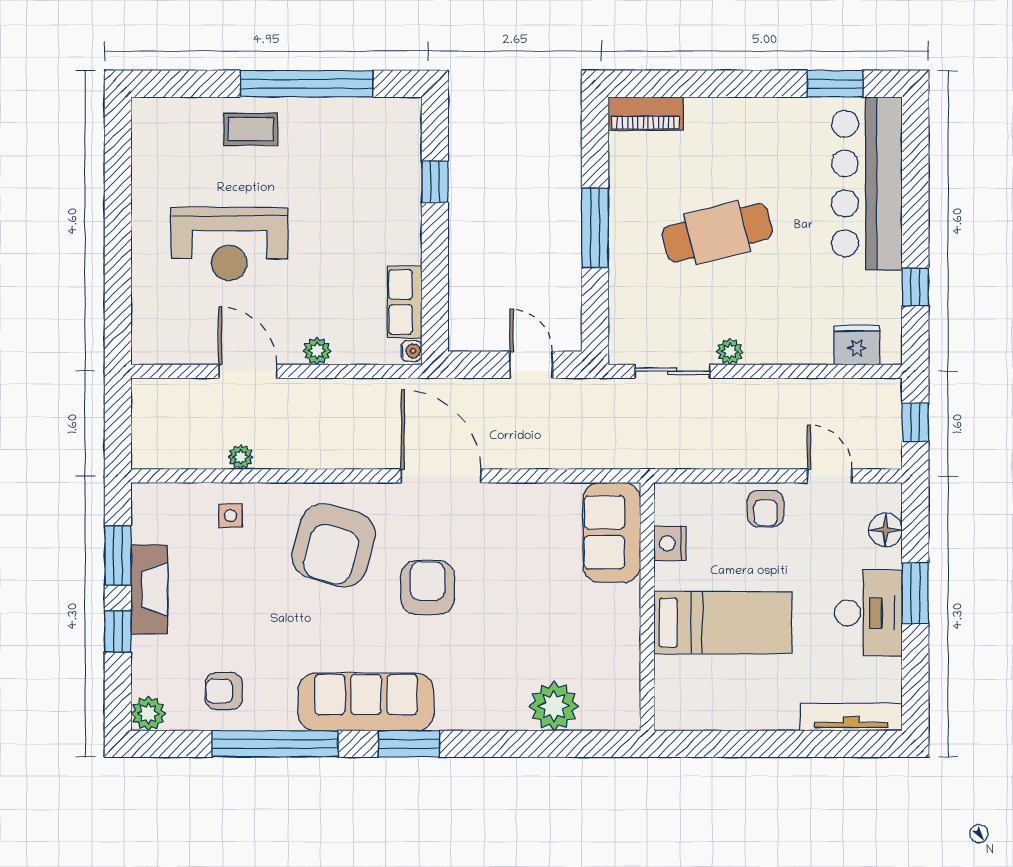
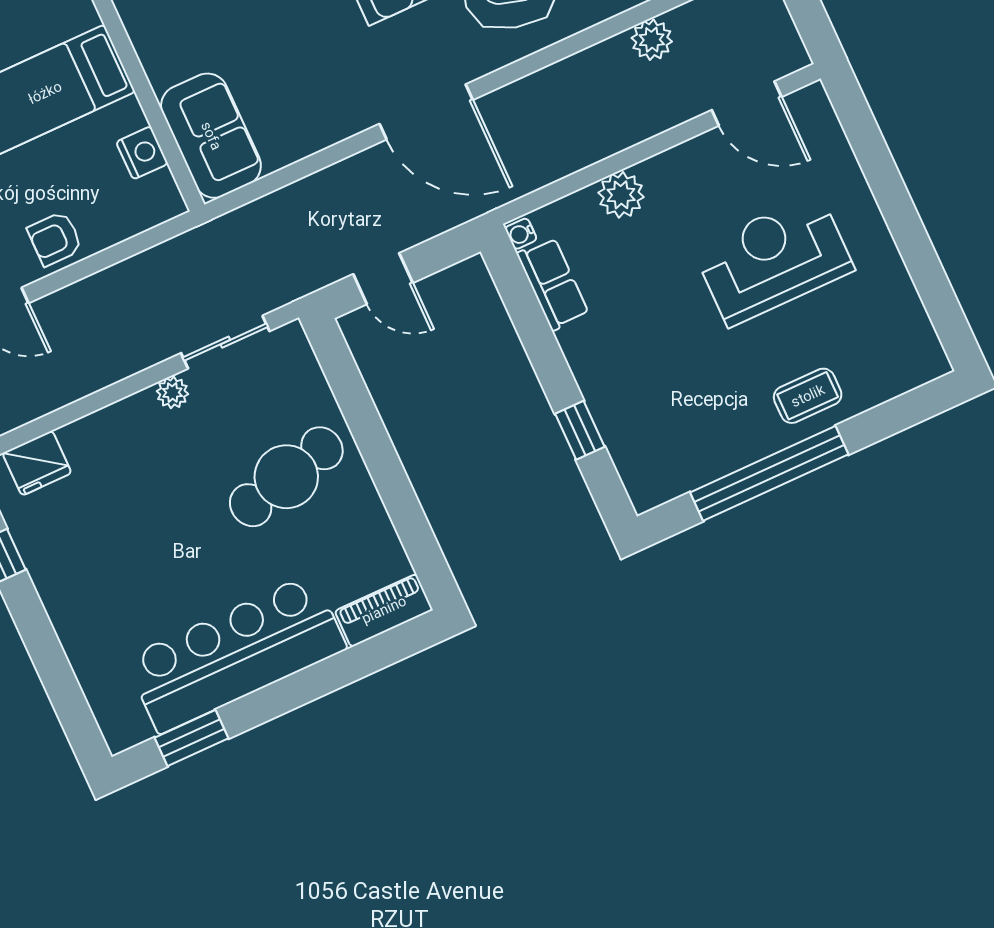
bar counter: (867, 183) -> (236, 654), moved, turned -90
window: (595, 228) -> (382, 460), removed
cafe table: (717, 233) -> (286, 477), moved
plant: (317, 351) -> (621, 195), width x1.38, depth x1.38
door: (248, 371) -> (747, 103), moved
plant: (241, 457) -> (652, 40), width x1.38, depth x1.38
armchair: (765, 509) -> (55, 239), turned -90

